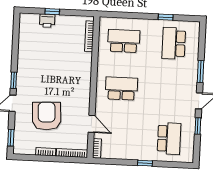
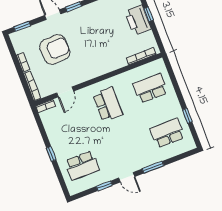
printer: (47, 21) -> (138, 20), width x1.87, depth x1.48
school desk: (124, 41) -> (150, 88), turned -90

